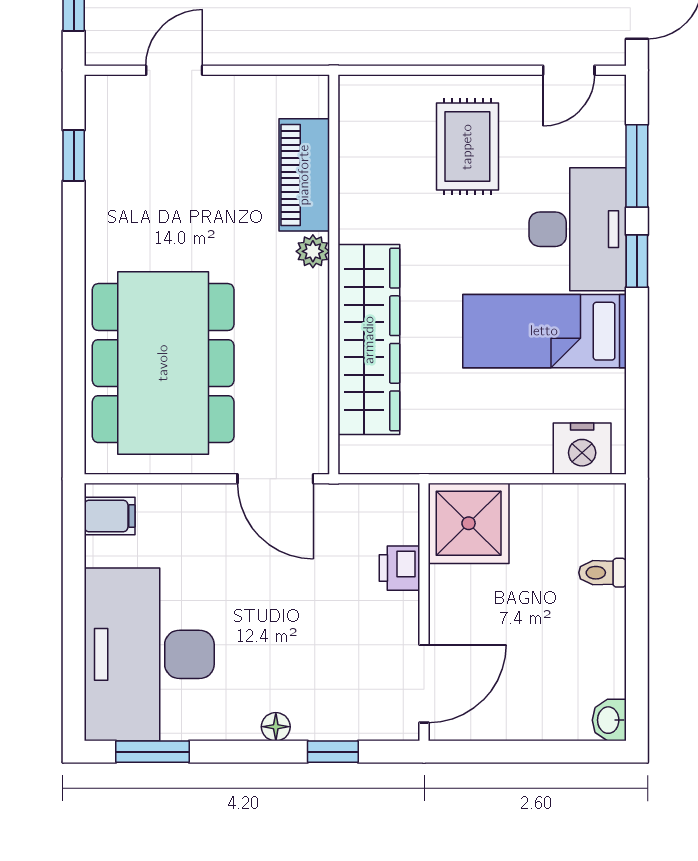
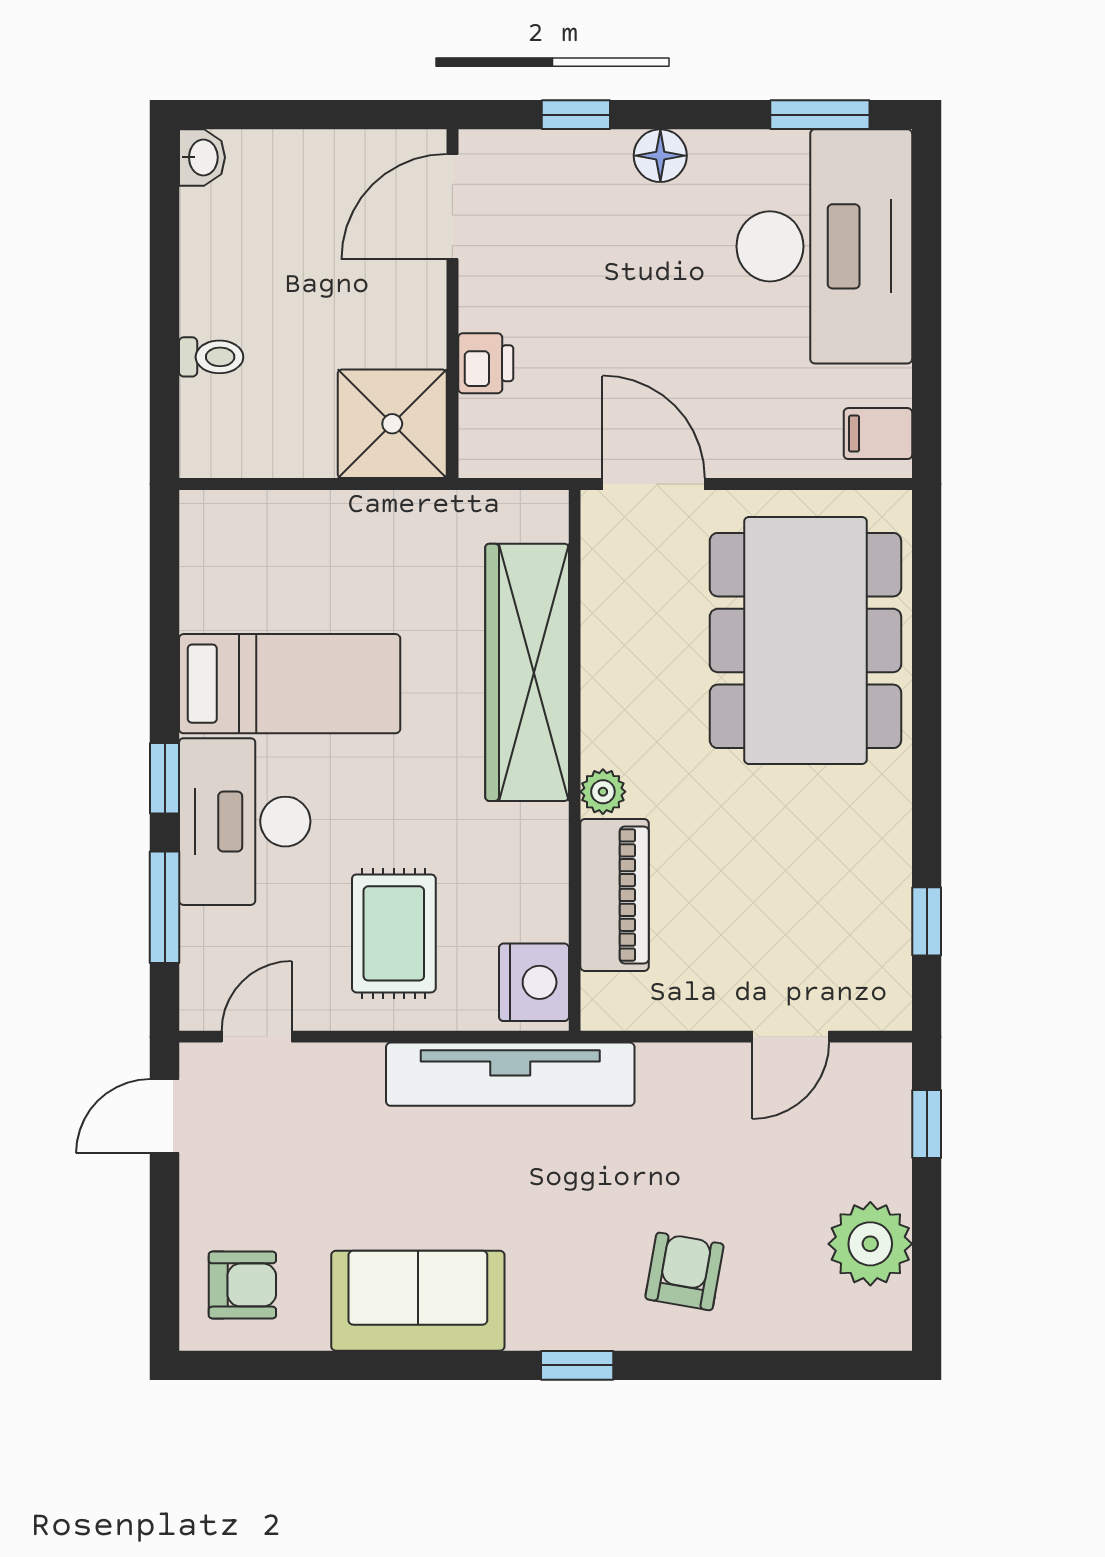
tv unit: (381, 42) -> (510, 1074), added
nightstand: (582, 449) -> (534, 982), moved, turned 90
floor lamp: (276, 727) -> (660, 156), width x1.37, depth x1.37

